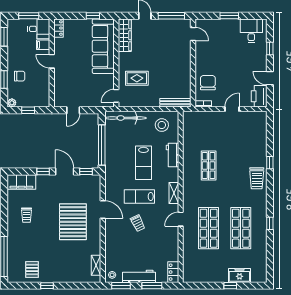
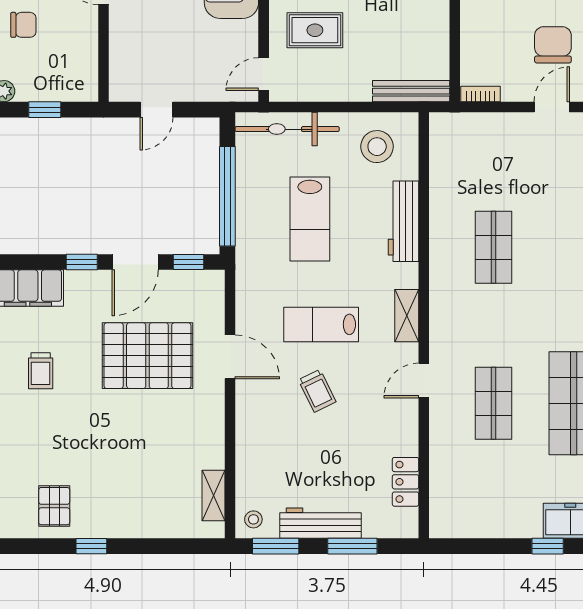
chair: (208, 83) -> (553, 45), moved
workbench: (172, 155) -> (403, 221), width x1.38
lab bench: (143, 163) -> (310, 219), moved
door: (65, 171) -> (135, 262), swing flipped
pallet: (73, 222) -> (147, 356), moved, turned 90
shop shelf: (209, 228) -> (493, 403), width x0.70, depth x0.74
locker: (173, 272) -> (406, 482), moved

